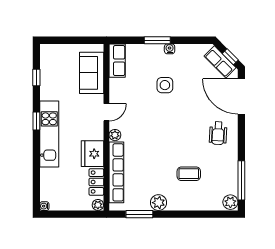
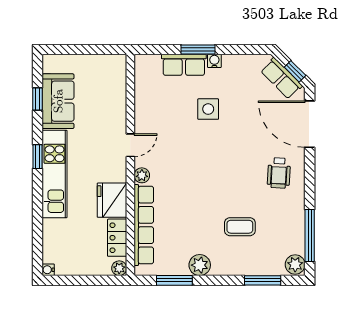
row of seats: (117, 61) -> (184, 65), moved, turned 90
sofa: (92, 73) -> (58, 101), moved, turned 180
window: (206, 214) -> (263, 280), added

